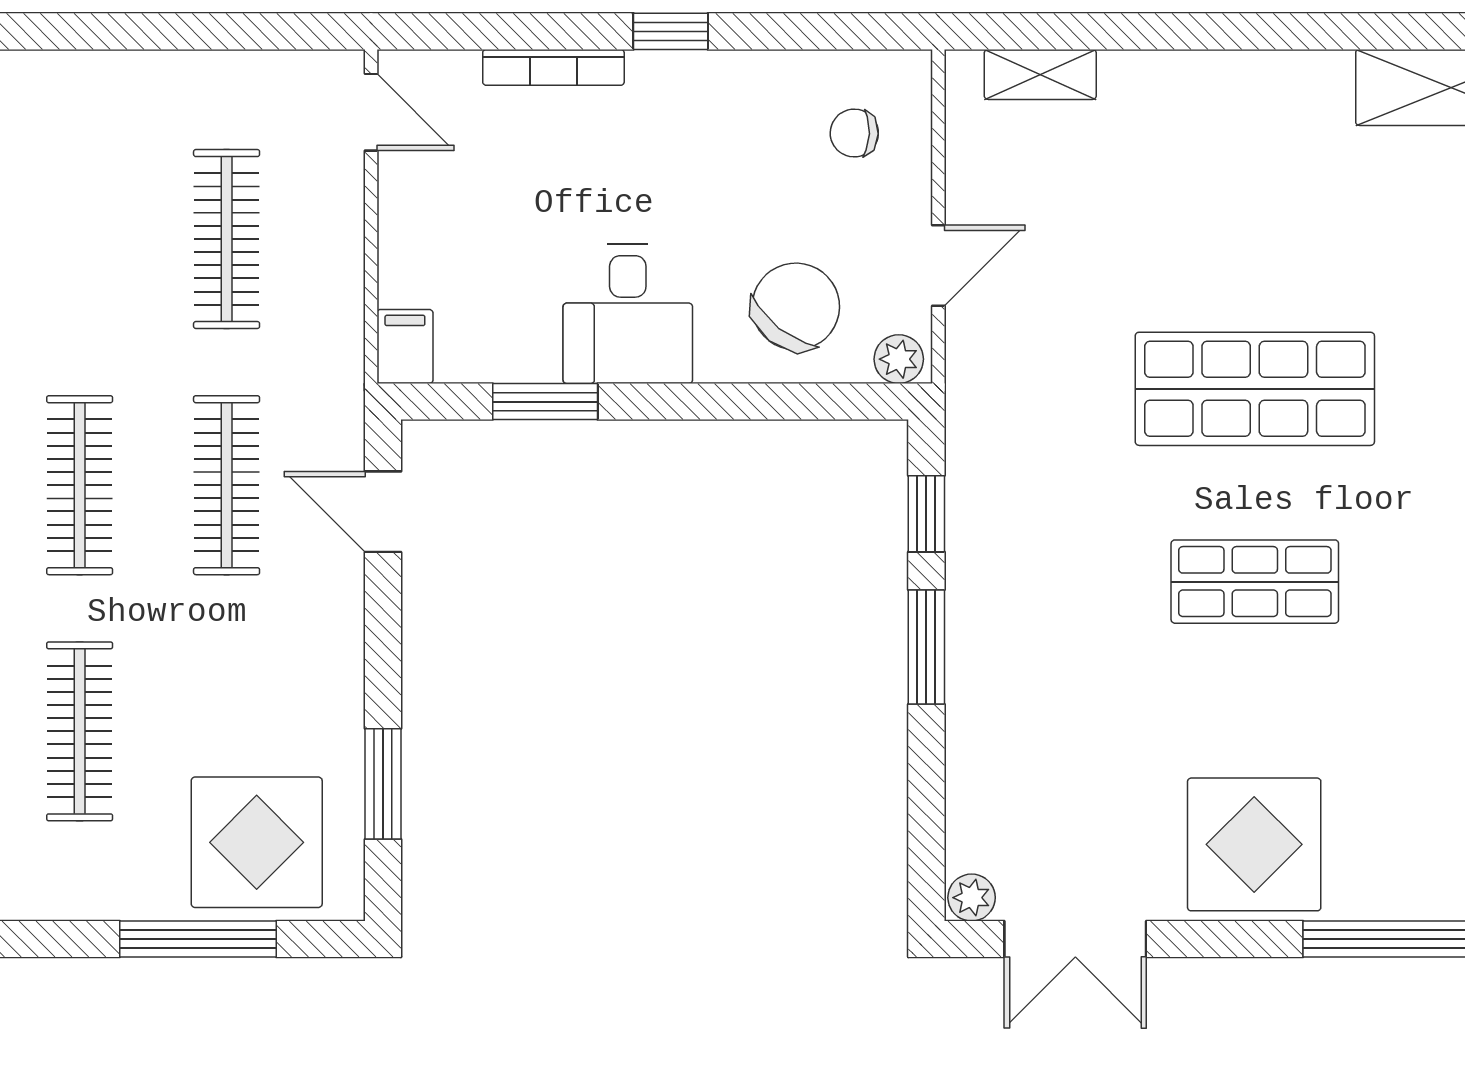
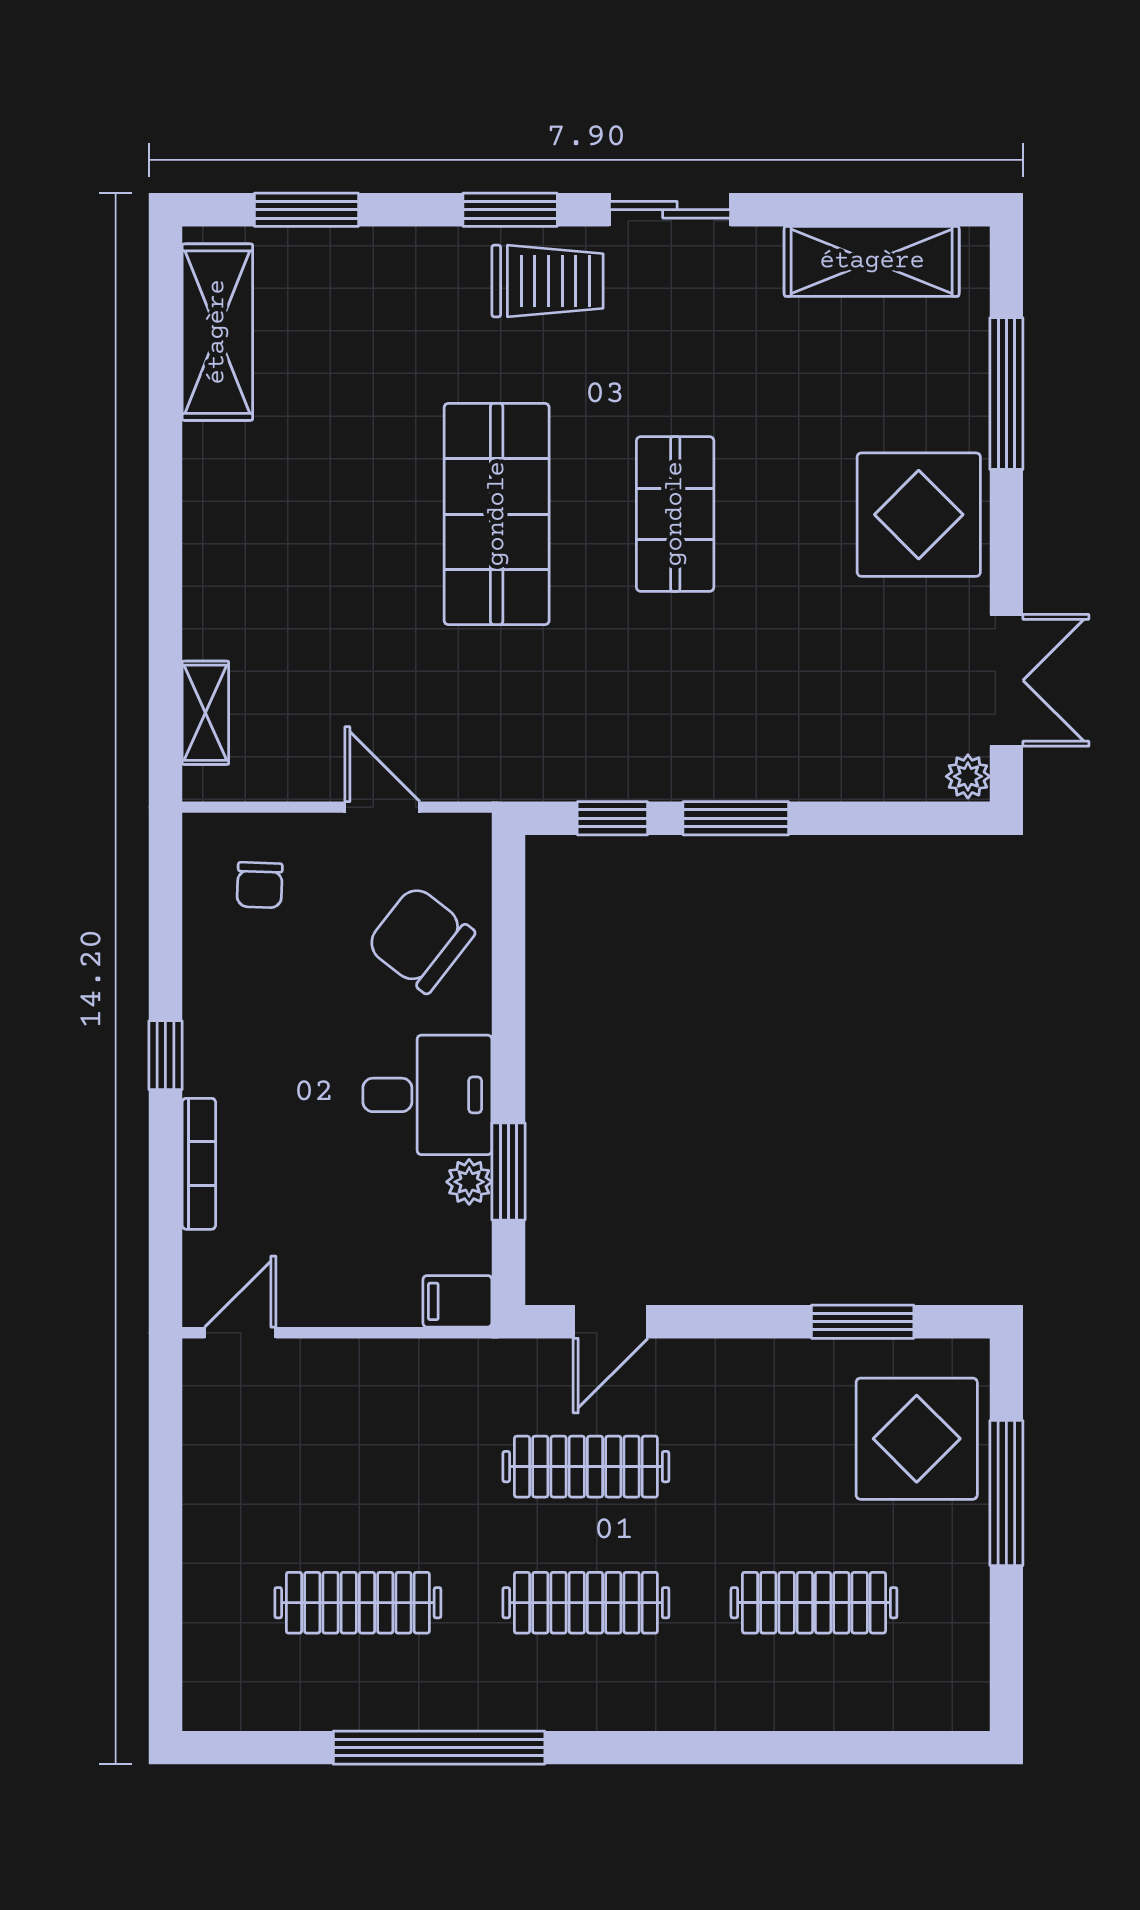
clothes rail: (227, 239) -> (358, 1603), moved
plant: (899, 359) -> (469, 1182), moved

